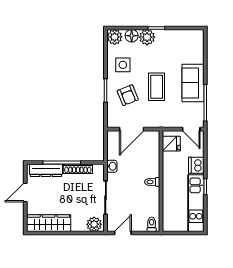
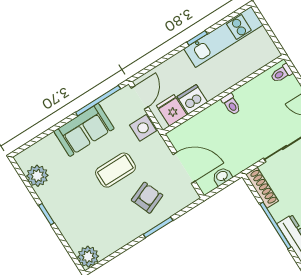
floor lamp: (132, 36) -> (74, 237), removed
plant: (147, 37) -> (37, 176), moved
side table: (123, 65) -> (143, 128), moved
dishwasher: (196, 165) -> (192, 99), moved, turned 180
washbasin: (112, 166) -> (222, 176), moved
shoe rack: (78, 169) -> (262, 188), moved

